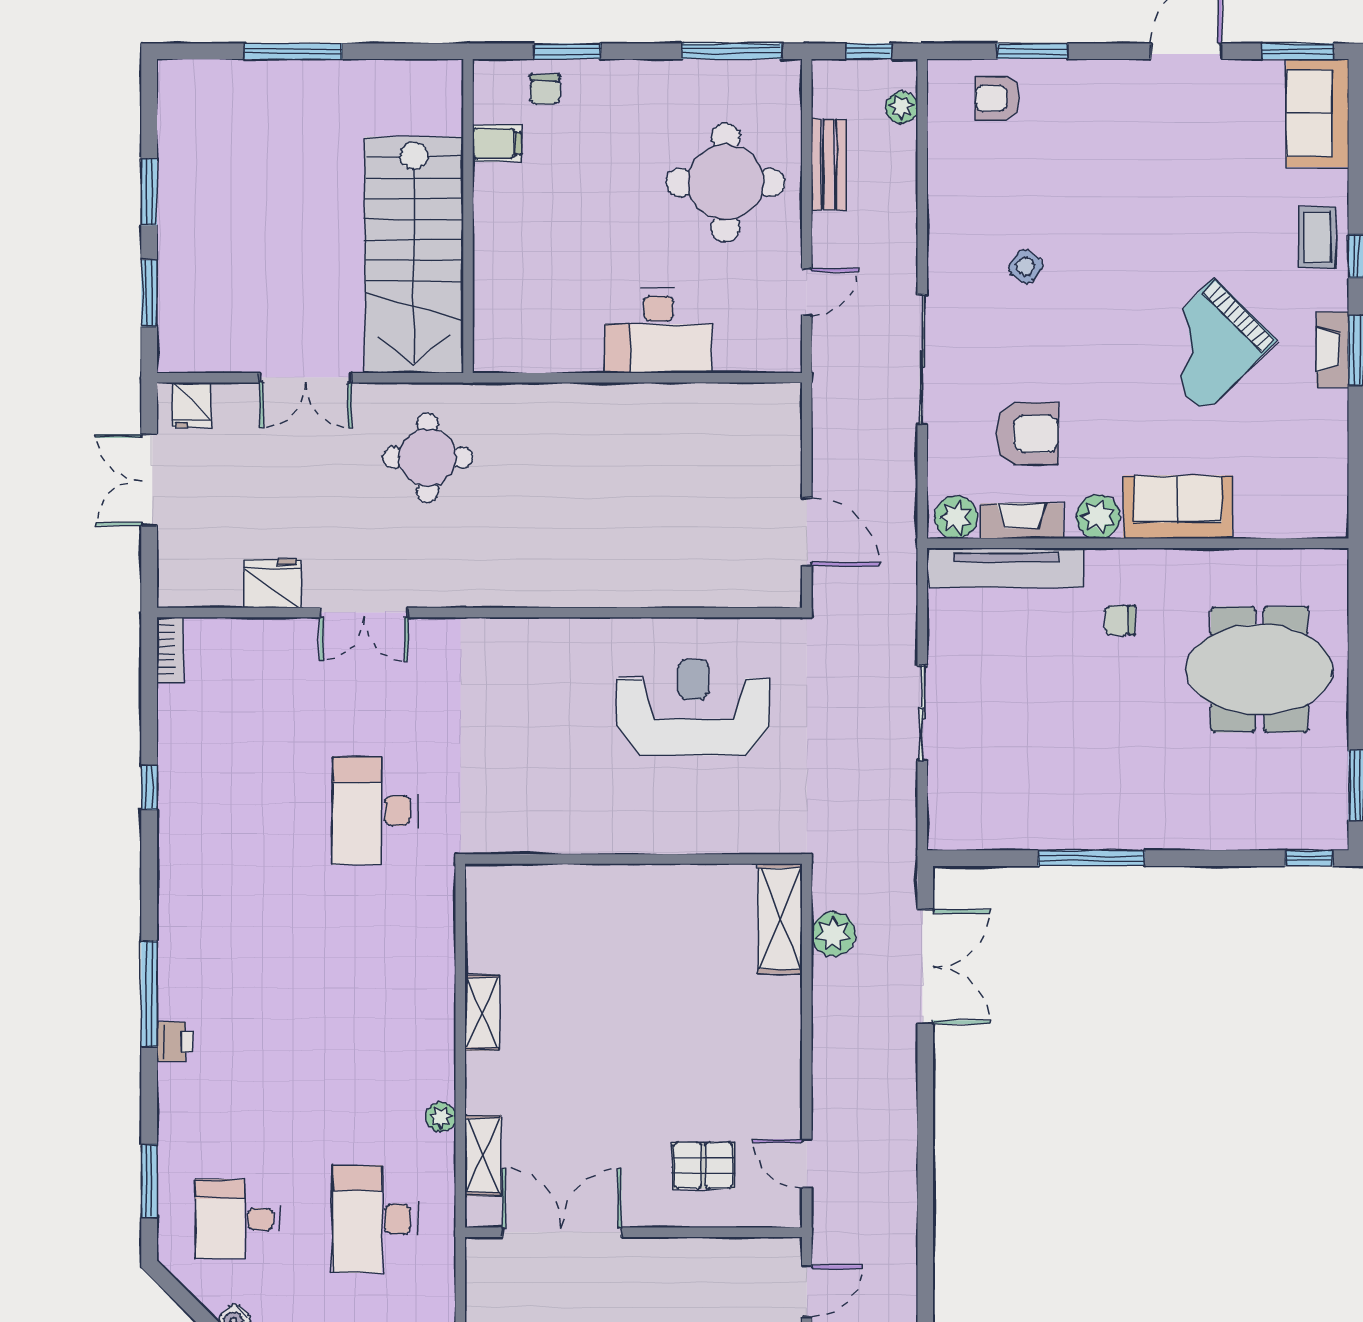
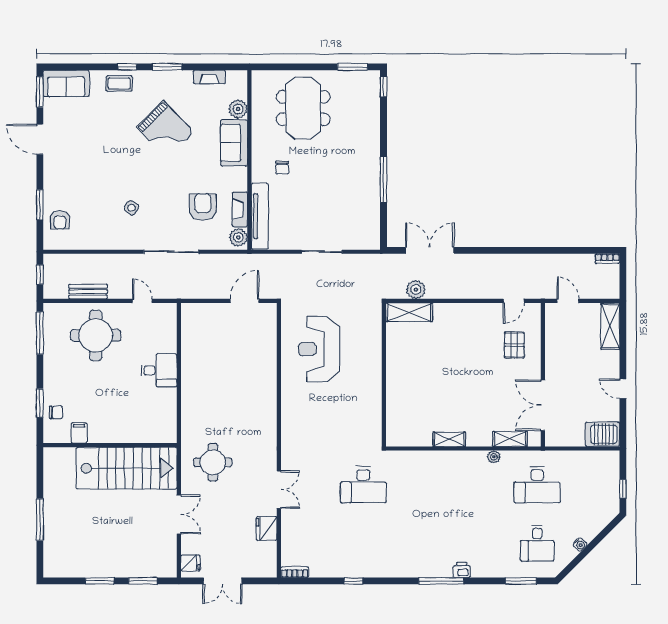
plant: (902, 108) -> (64, 260), removed
desk: (658, 331) -> (159, 370), width x0.73
fireplace: (1333, 350) -> (209, 77), moved
plant: (1098, 517) -> (238, 109), moved

